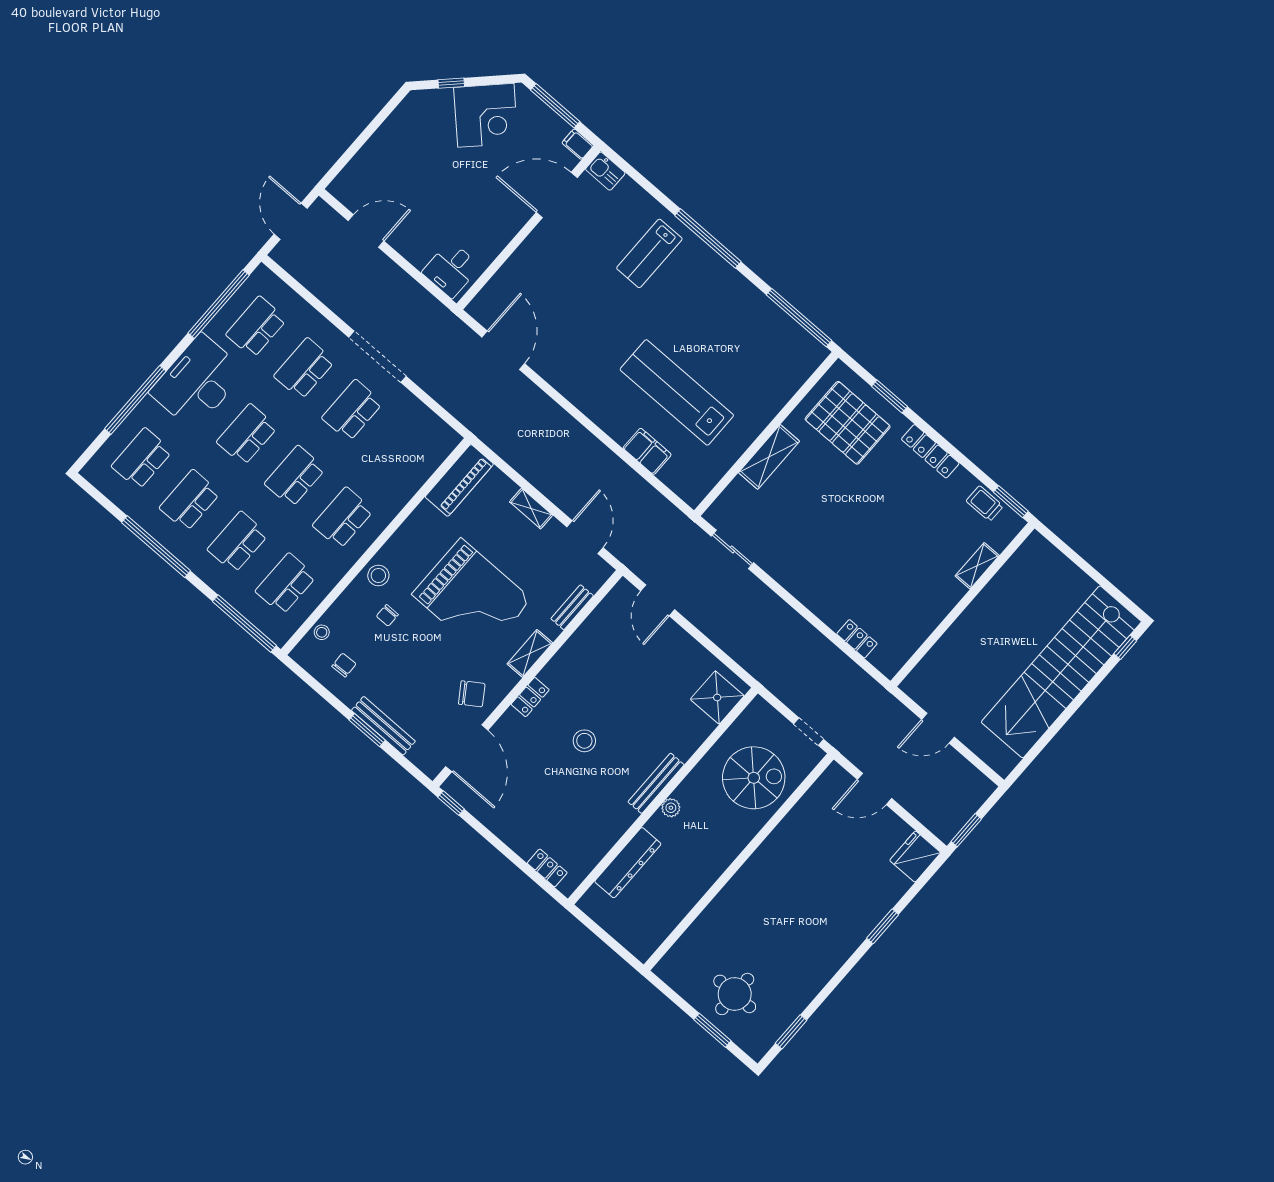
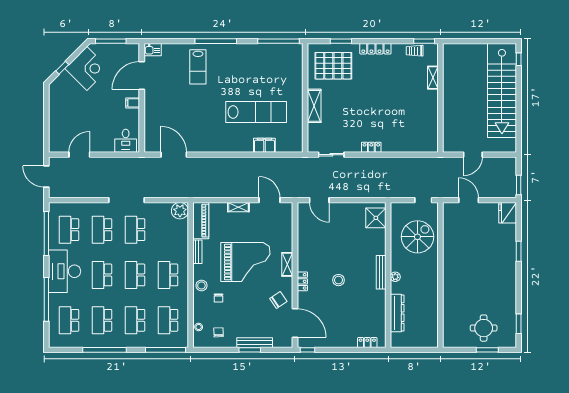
filing cabinet: (578, 144) -> (133, 103), moved
lab bench: (677, 392) -> (256, 112), turned 180
plant: (441, 440) -> (180, 211), added
bench: (572, 607) -> (197, 252), moved
locker: (857, 639) -> (371, 147), moved
door: (875, 789) -> (469, 200), swing flipped

